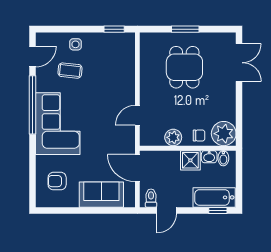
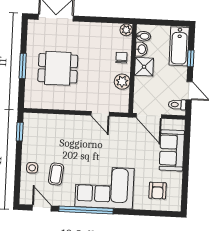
plant: (224, 134) -> (126, 30), width x0.53, depth x0.53
door: (137, 168) -> (149, 116), hinge flipped
window: (218, 210) -> (191, 58), moved

